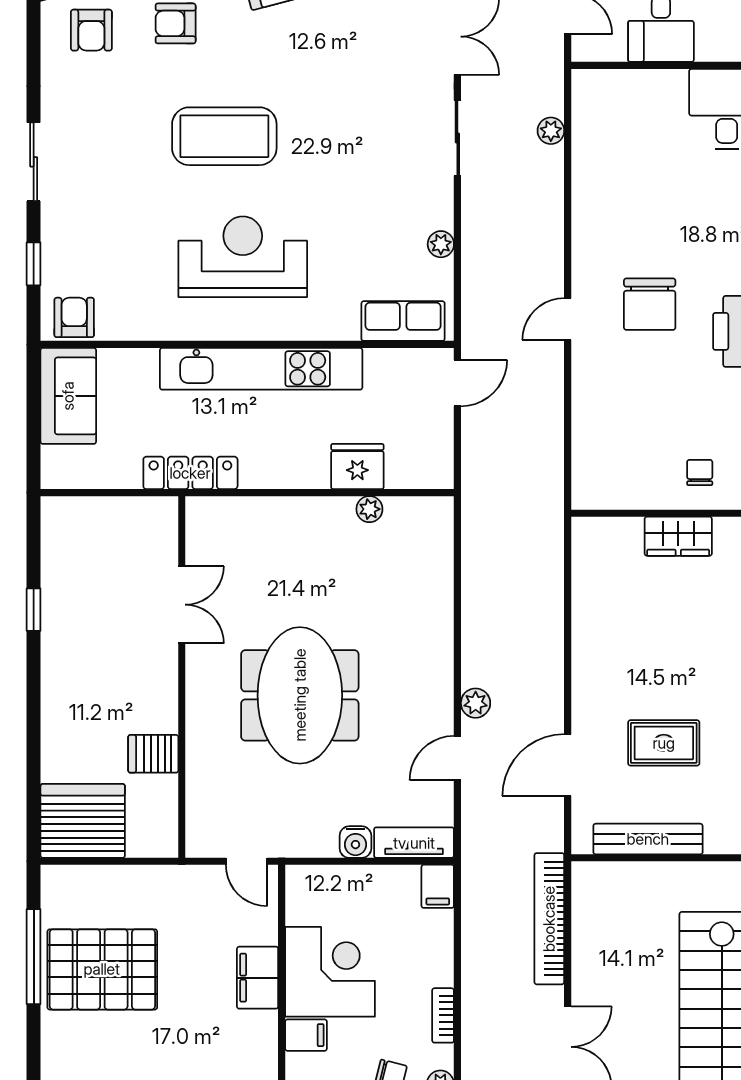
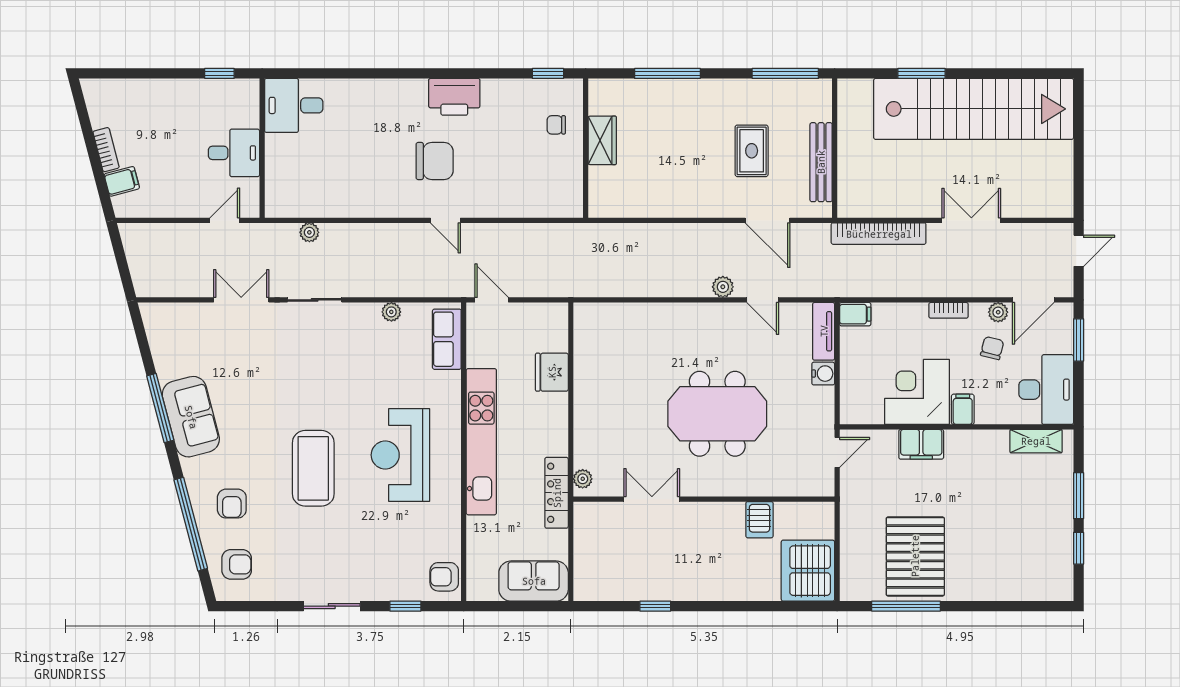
sofa: (68, 396) -> (534, 581), moved
plant: (369, 509) -> (583, 479), moved

